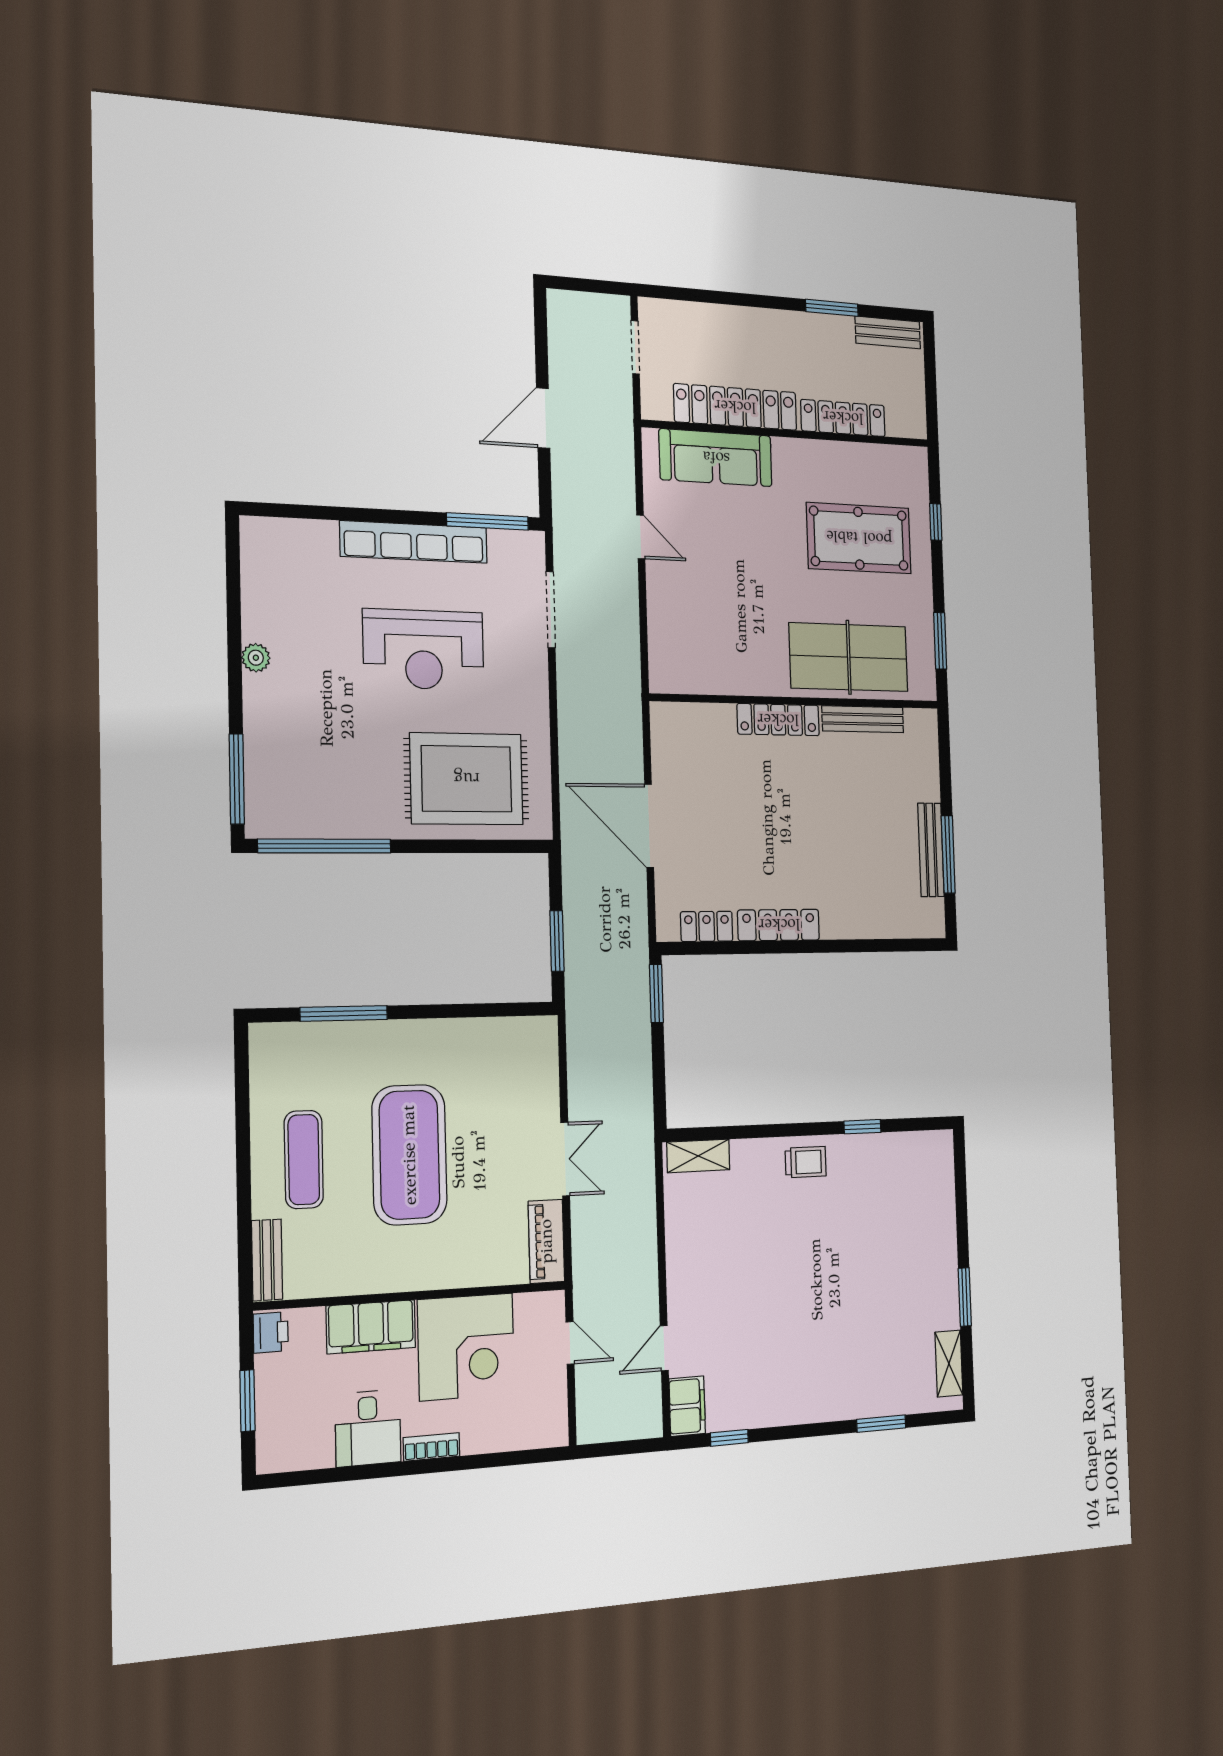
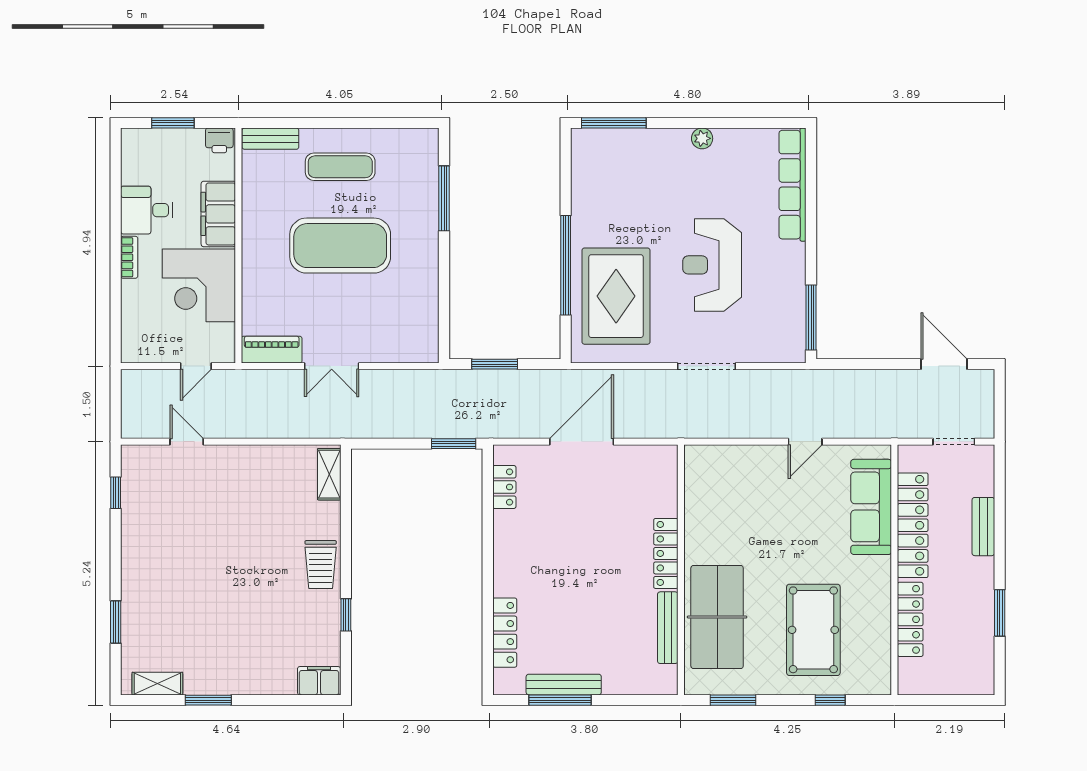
bench: (888, 332) -> (983, 527), moved
door: (543, 418) -> (944, 364), moved
row of seats: (414, 542) -> (793, 185), moved
doorway: (551, 610) -> (706, 366), moved
window: (325, 846) -> (566, 265), moved
locker: (779, 925) -> (505, 633), moved
trolley: (806, 1162) -> (321, 565), width x1.36, depth x1.39
filing cabinet: (687, 1406) -> (319, 681), moved, turned 180

